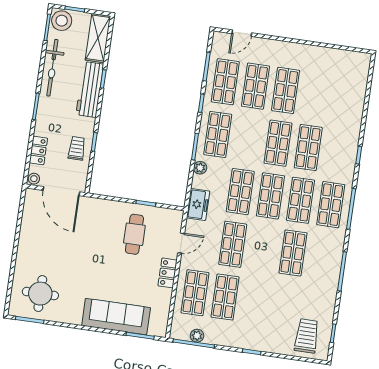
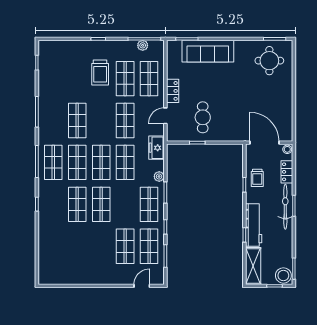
bicycle: (52, 68) -> (285, 207), moved
shop shelf: (286, 90) -> (101, 246), removed
trolley: (307, 336) -> (100, 73), moved

